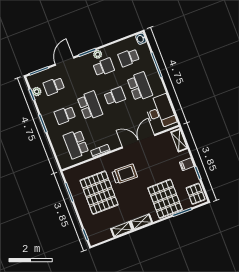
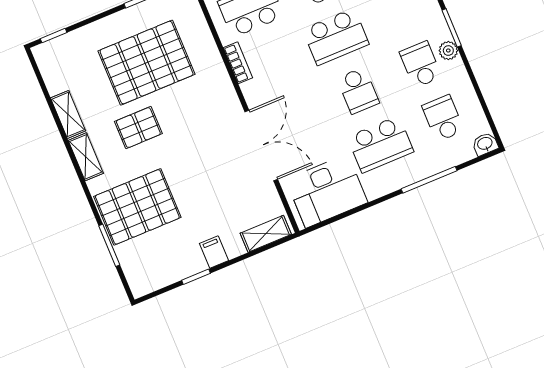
school desk: (104, 67) -> (421, 65), turned 180
trolley: (125, 174) -> (189, 117), removed
pallet: (196, 194) -> (138, 128), moved

